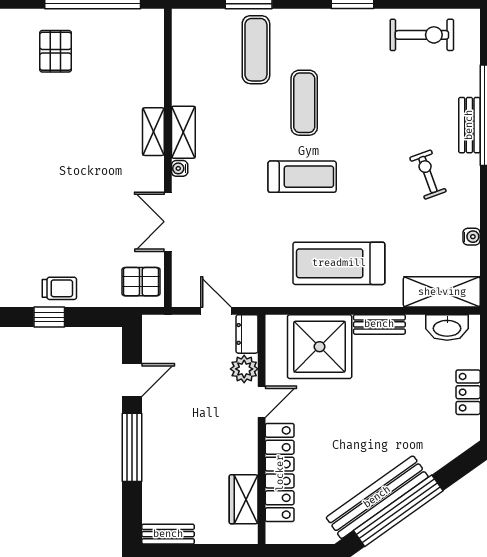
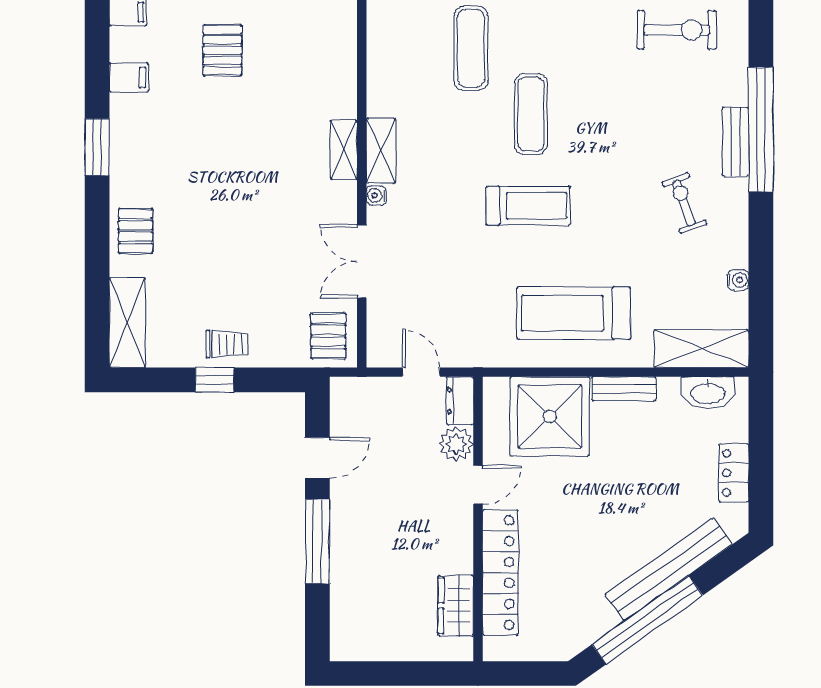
pallet: (141, 282) -> (328, 336), turned 90
bench: (377, 497) -> (669, 569), moved
bench: (168, 534) -> (362, 649), removed

